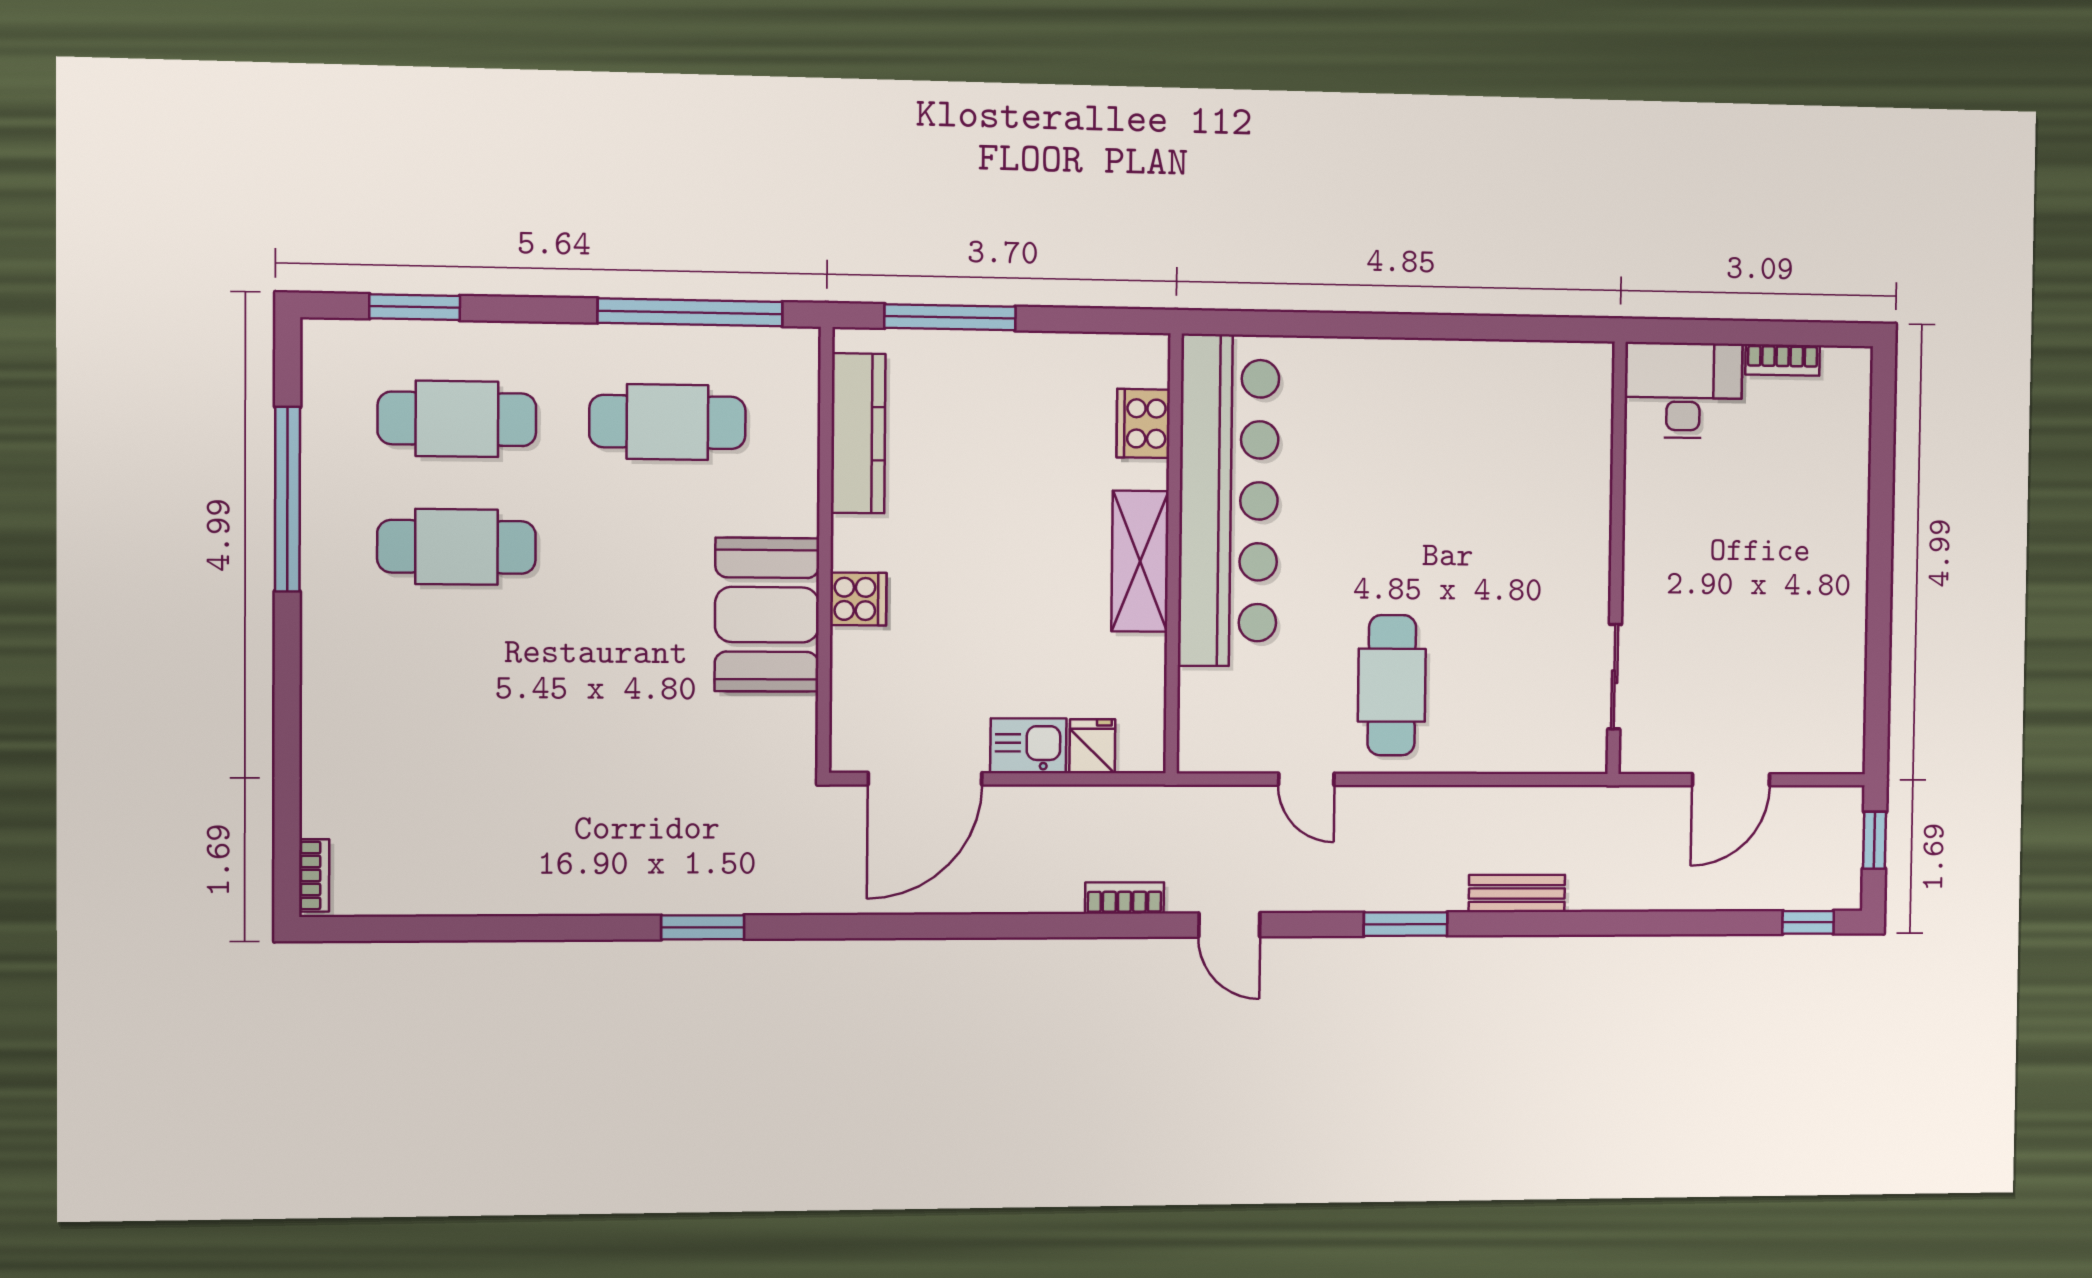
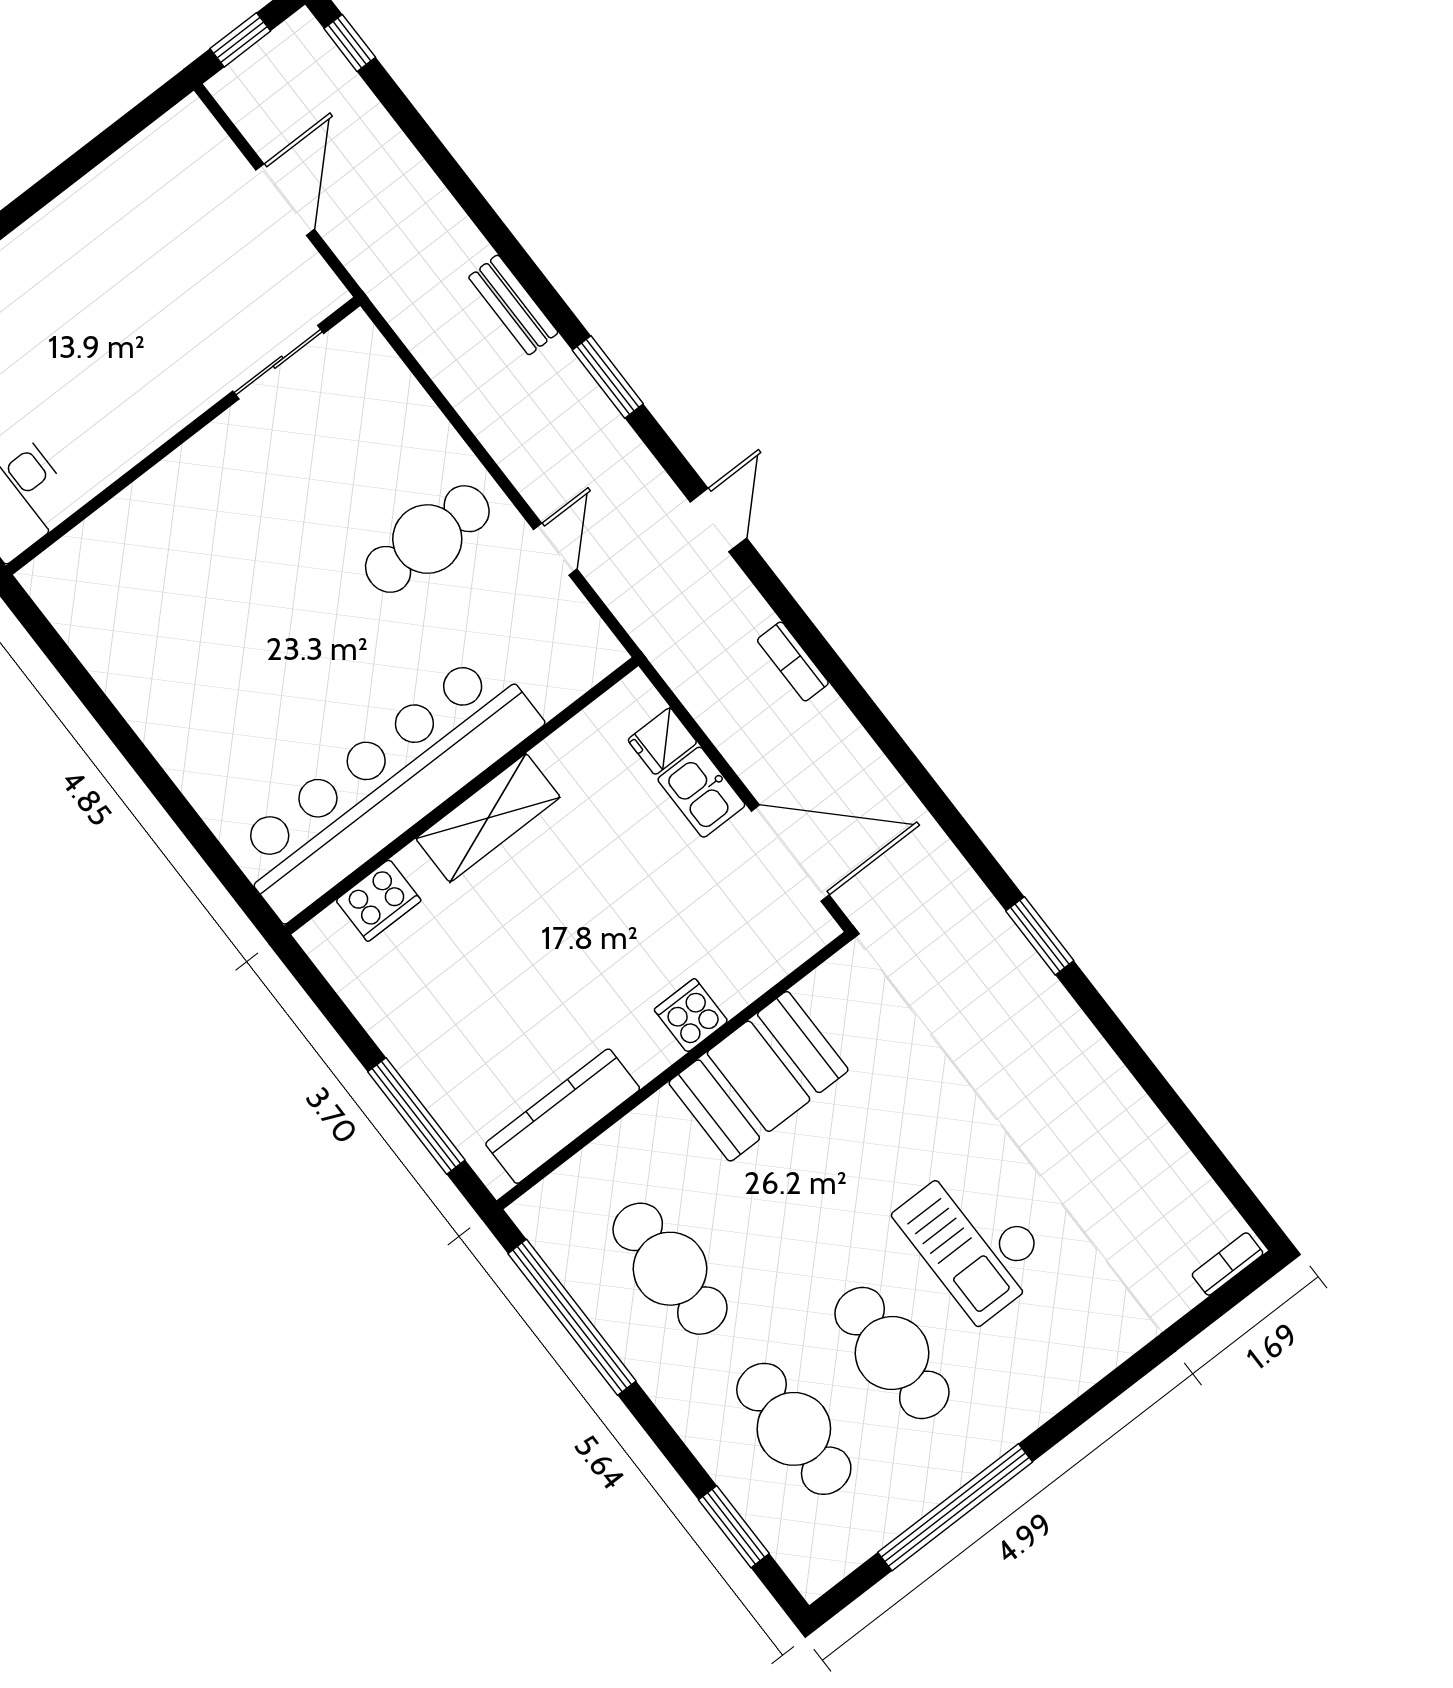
checkout: (497, 684) -> (974, 1241), added
door: (1731, 780) -> (285, 200), hinge flipped
bookcase: (1124, 898) -> (793, 662), moved

